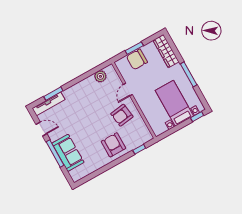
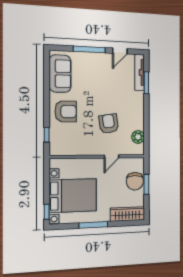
chair: (137, 59) -> (135, 181), turned 180
door: (128, 89) -> (111, 156), swing flipped
bed with nightstands: (174, 103) -> (73, 196), width x1.36
armchair: (122, 115) -> (109, 124), moved
sofa: (68, 153) -> (60, 74), moved, turned -90

